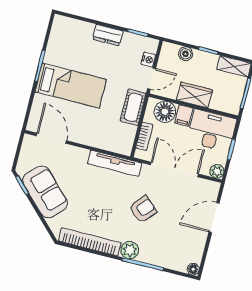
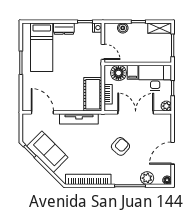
nightstand: (148, 60) -> (97, 28), moved
door: (152, 79) -> (103, 52), hinge flipped
bed: (71, 86) -> (42, 47), moved, turned 90
wardrobe: (194, 95) -> (137, 56), removed
cot: (133, 107) -> (93, 94), moved, width x1.37, depth x1.34
tv unit: (115, 163) -> (79, 119), moved
door: (214, 218) -> (173, 153), moved
plant: (130, 250) -> (147, 178), moved

